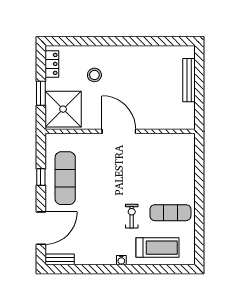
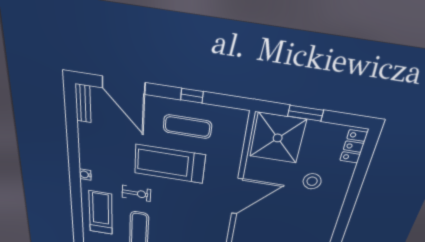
locker: (52, 64) -> (354, 147), moved, turned 90
exercise mat: (65, 178) -> (187, 127), width x0.73, depth x0.69
treadmill: (99, 190) -> (170, 164), added
treadmill: (157, 248) -> (101, 213), turned 180

